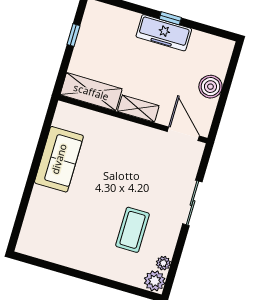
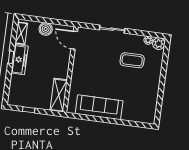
shelving: (138, 109) -> (21, 33), moved
door: (183, 134) -> (74, 40), hinge flipped
sofa: (59, 159) -> (99, 107), width x1.36

